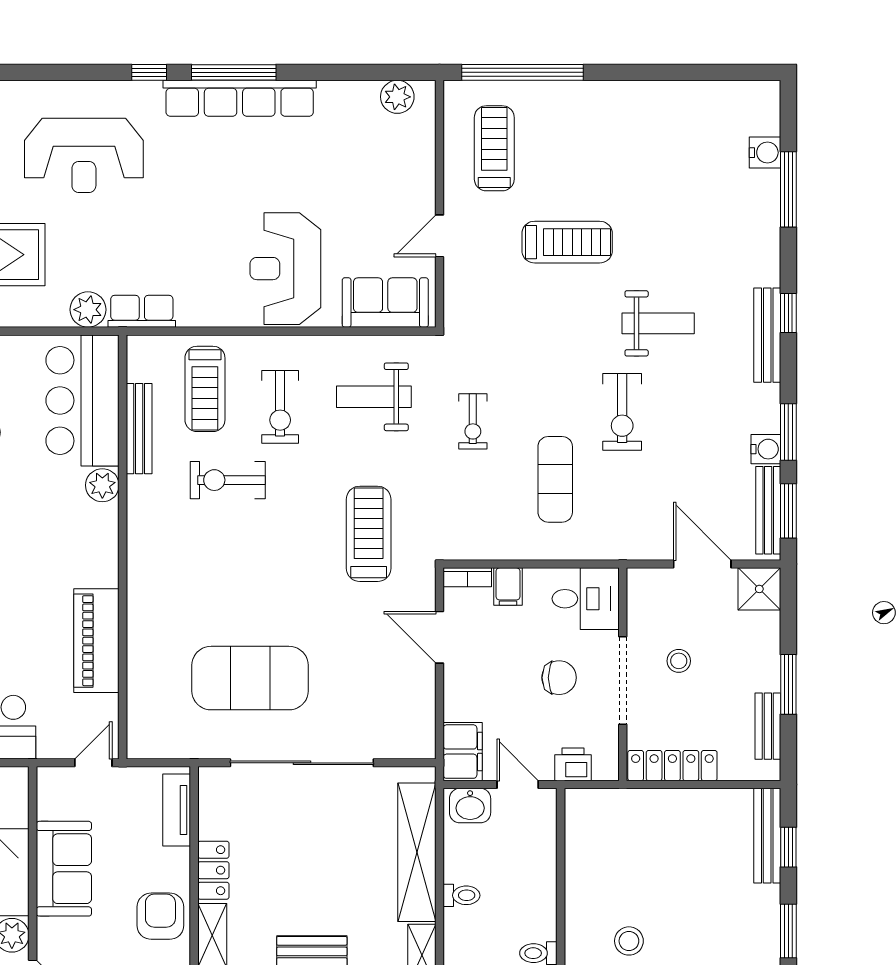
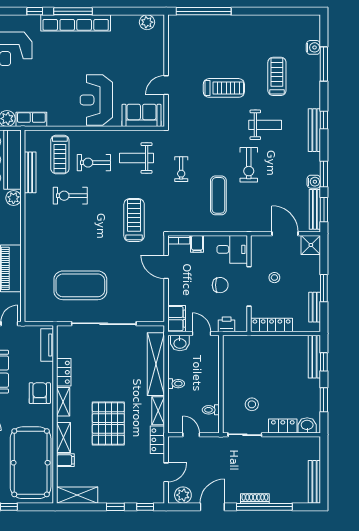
treadmill: (494, 148) -> (277, 76), moved
exercise bike: (280, 407) -> (94, 163), turned 90

